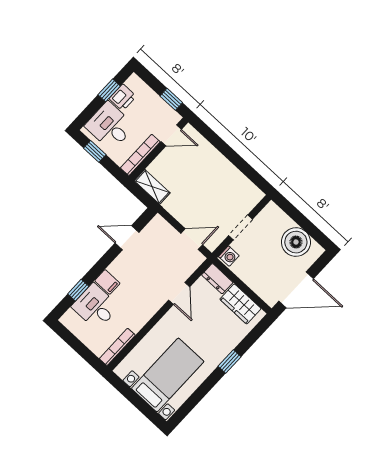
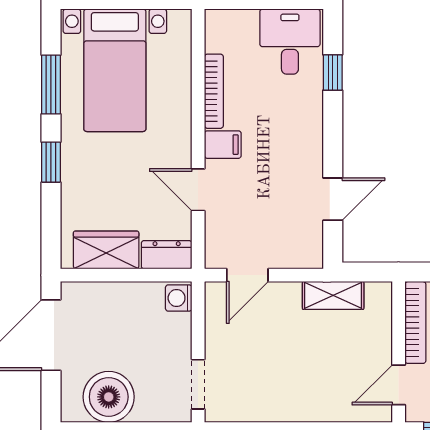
shelving: (152, 187) -> (333, 295), moved
doorway: (241, 227) -> (198, 384), moved
filing cabinet: (107, 282) -> (223, 145), moved, turned 180
desk: (95, 307) -> (290, 42), moved, turned -90
bookcase: (117, 347) -> (214, 91), moved
window: (200, 394) -> (51, 85), added

